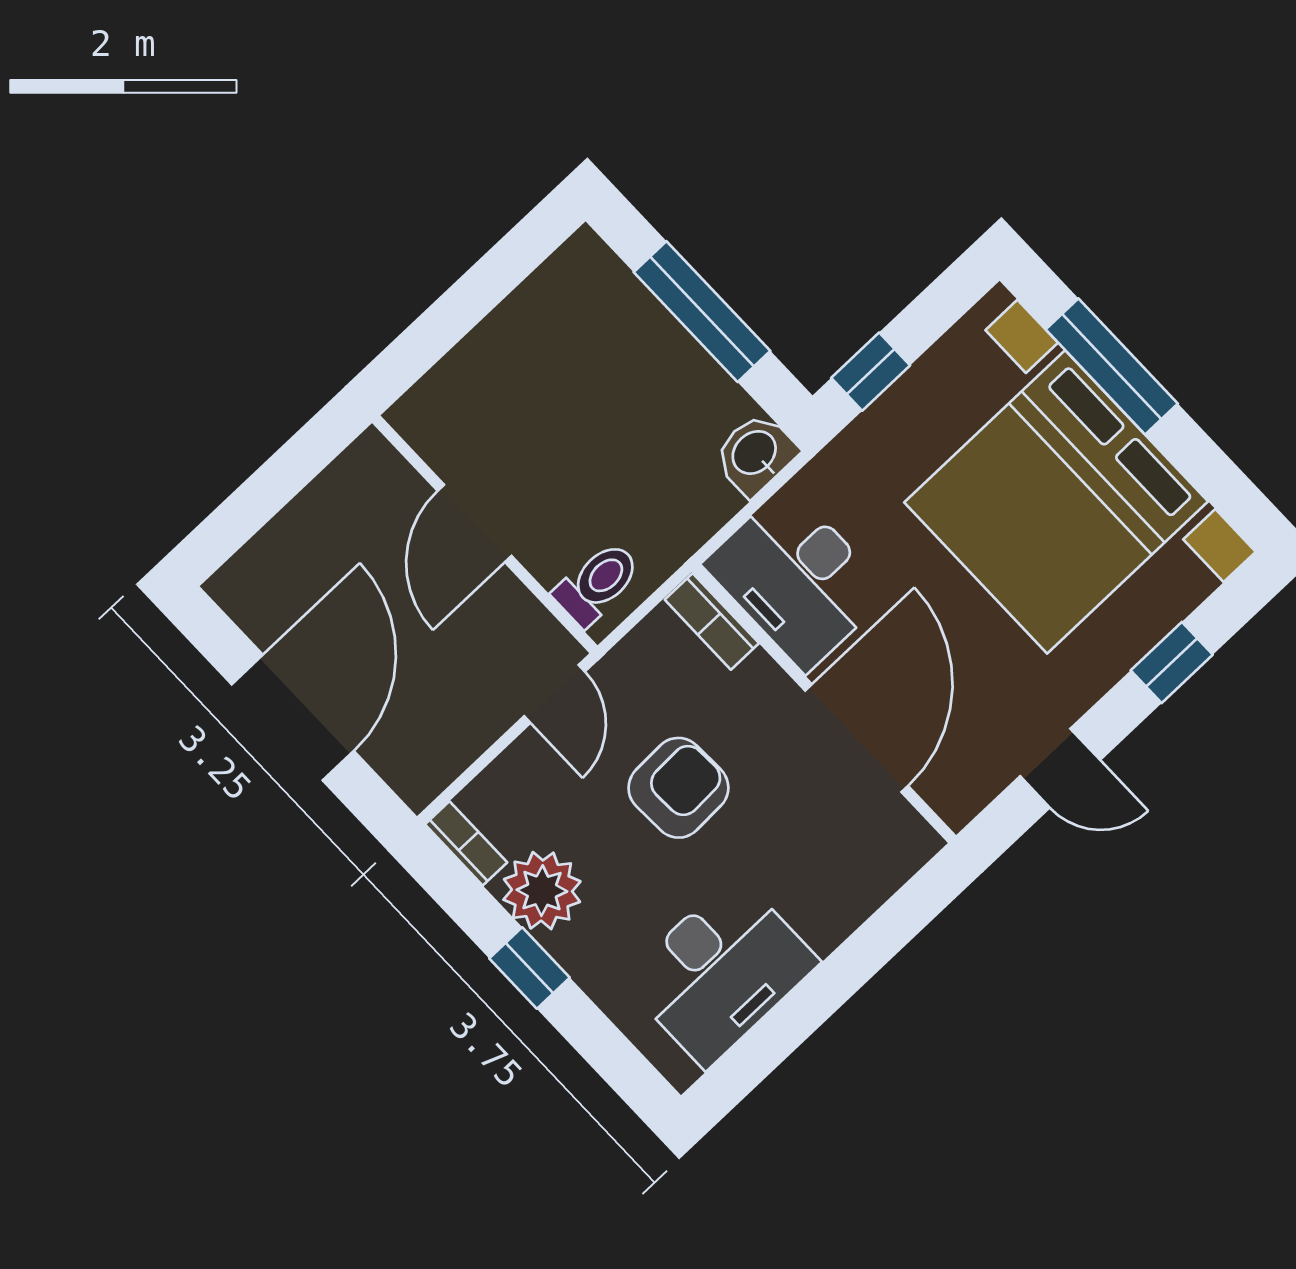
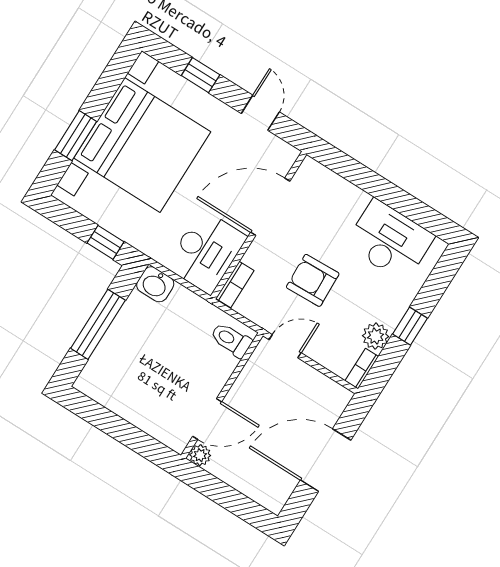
window: (1112, 366) -> (76, 136), width x0.69
plant: (371, 456) -> (200, 455), added
door: (475, 523) -> (207, 419), moved
plant: (542, 891) -> (376, 336), width x0.73, depth x0.73

